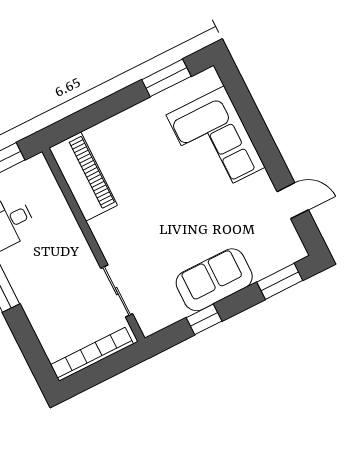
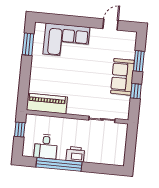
window: (280, 281) -> (139, 61), moved
printer: (26, 283) -> (75, 154), added
bookcase: (92, 354) -> (121, 146), removed

